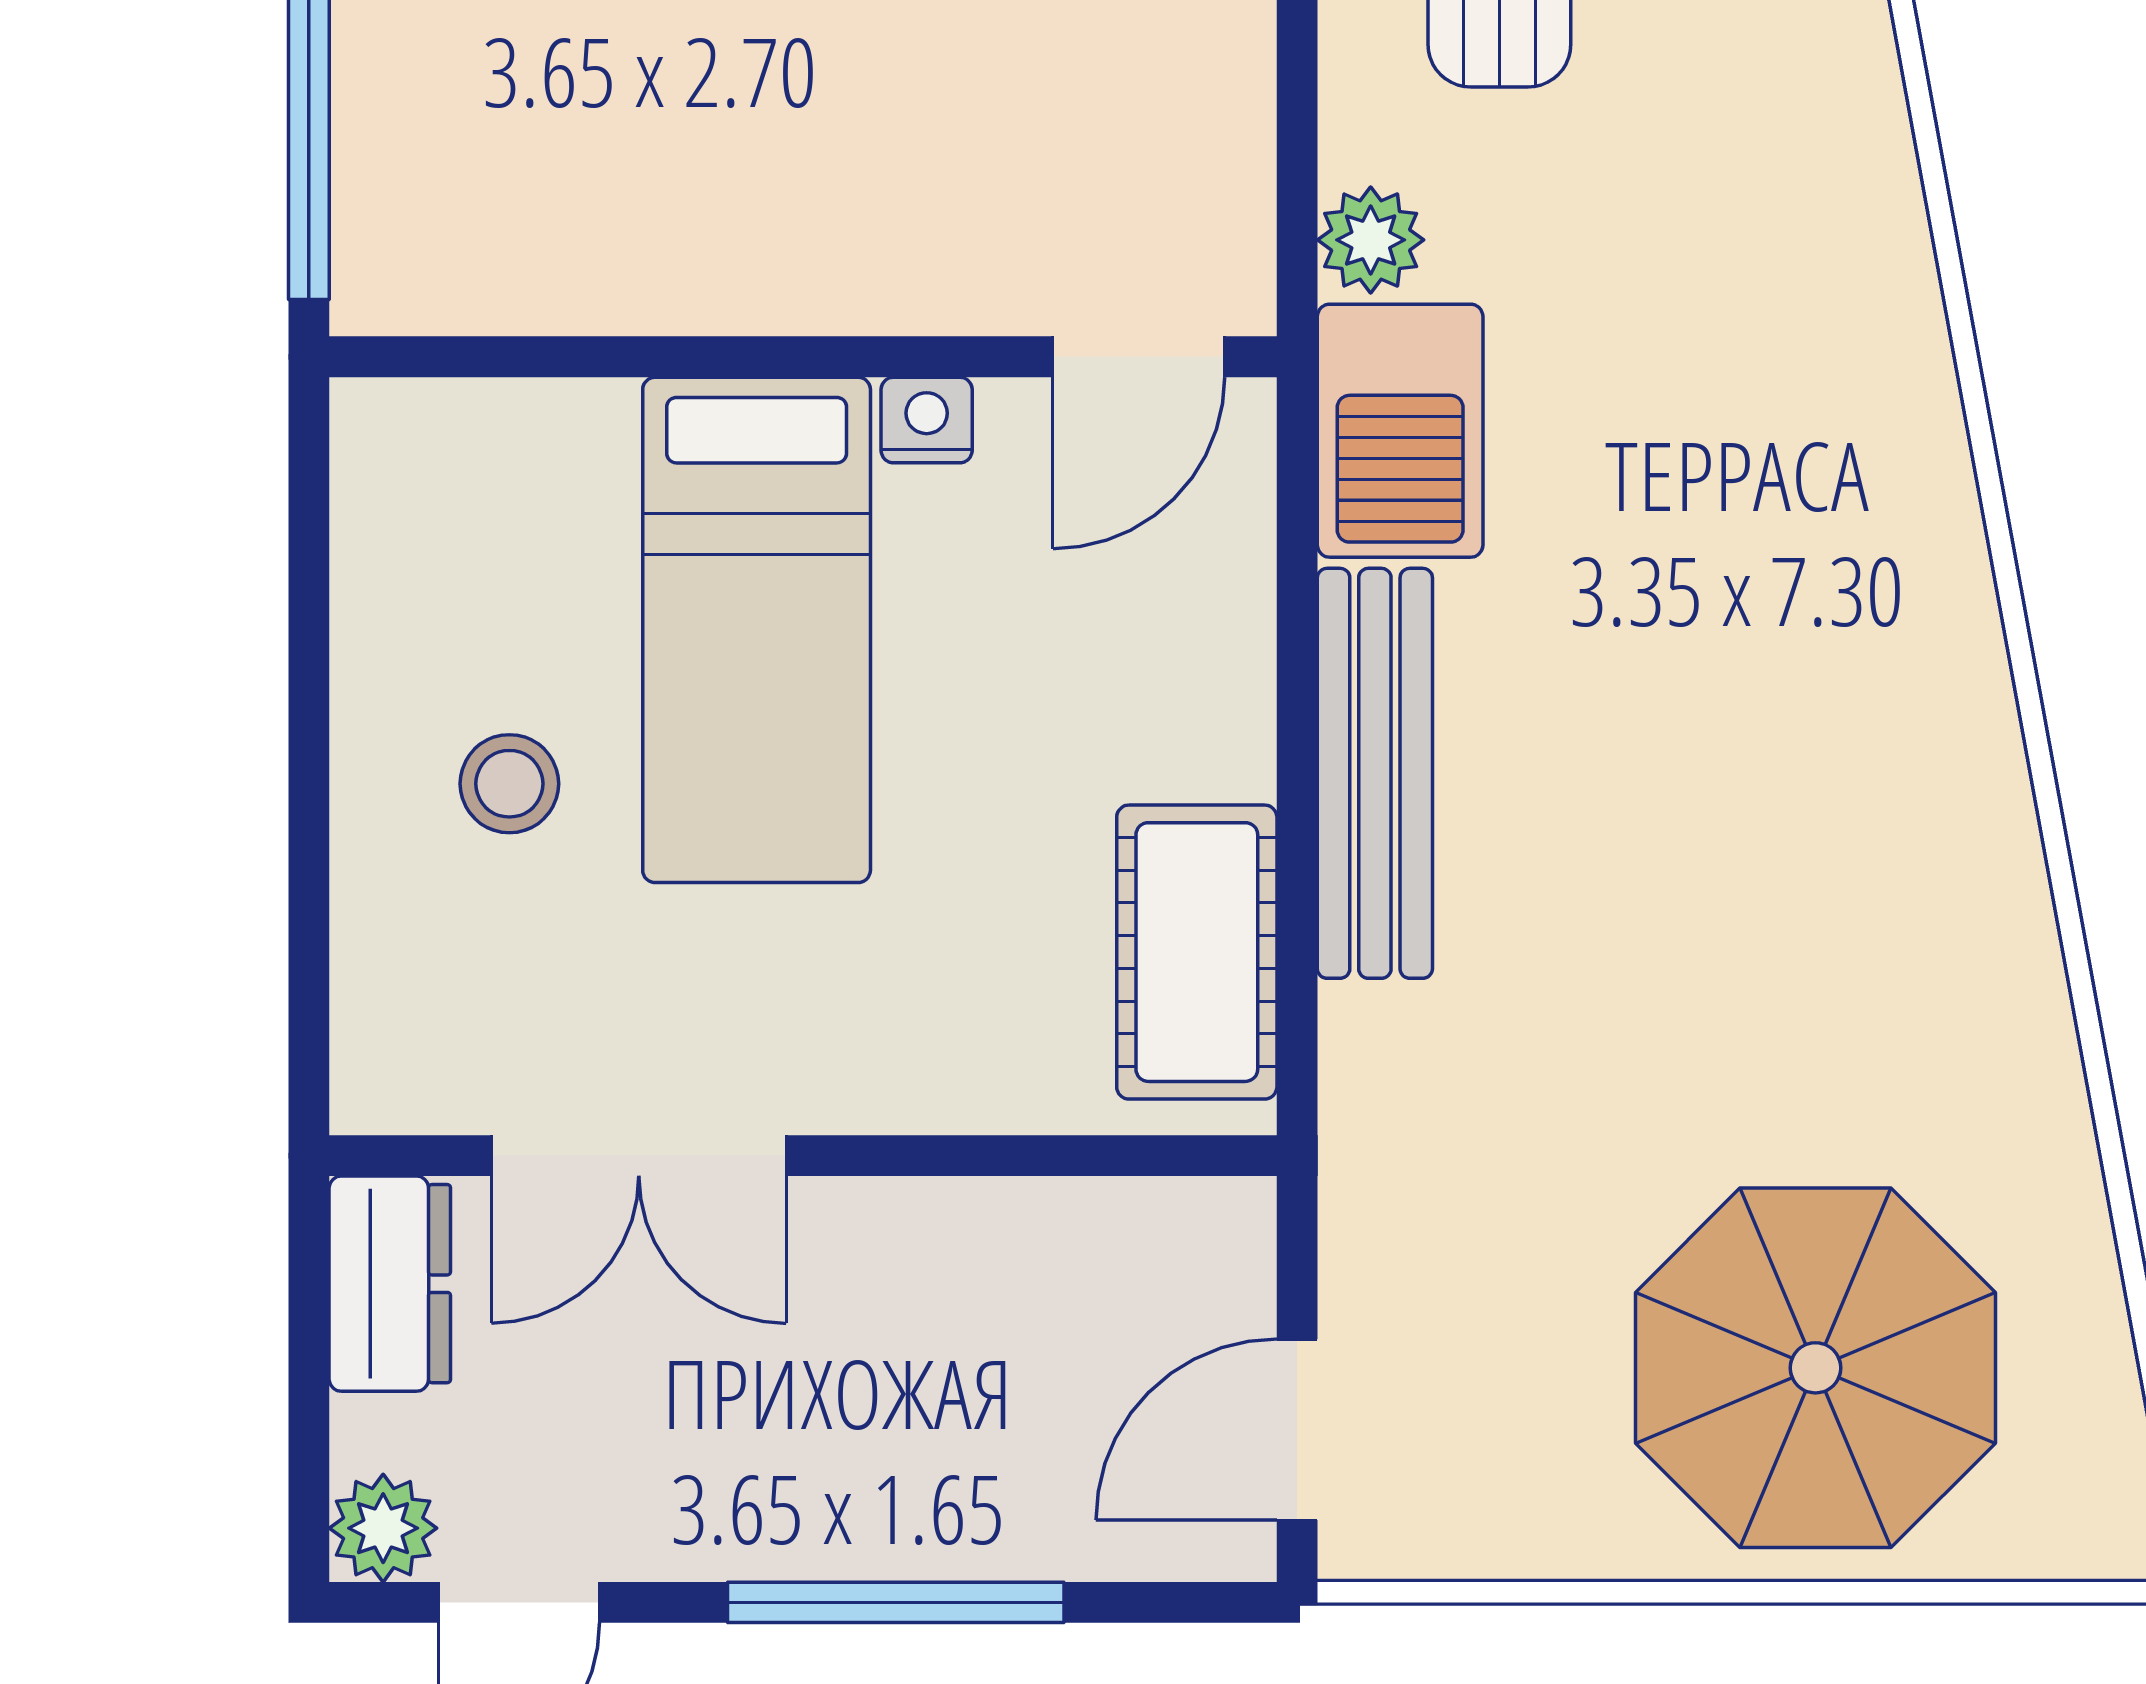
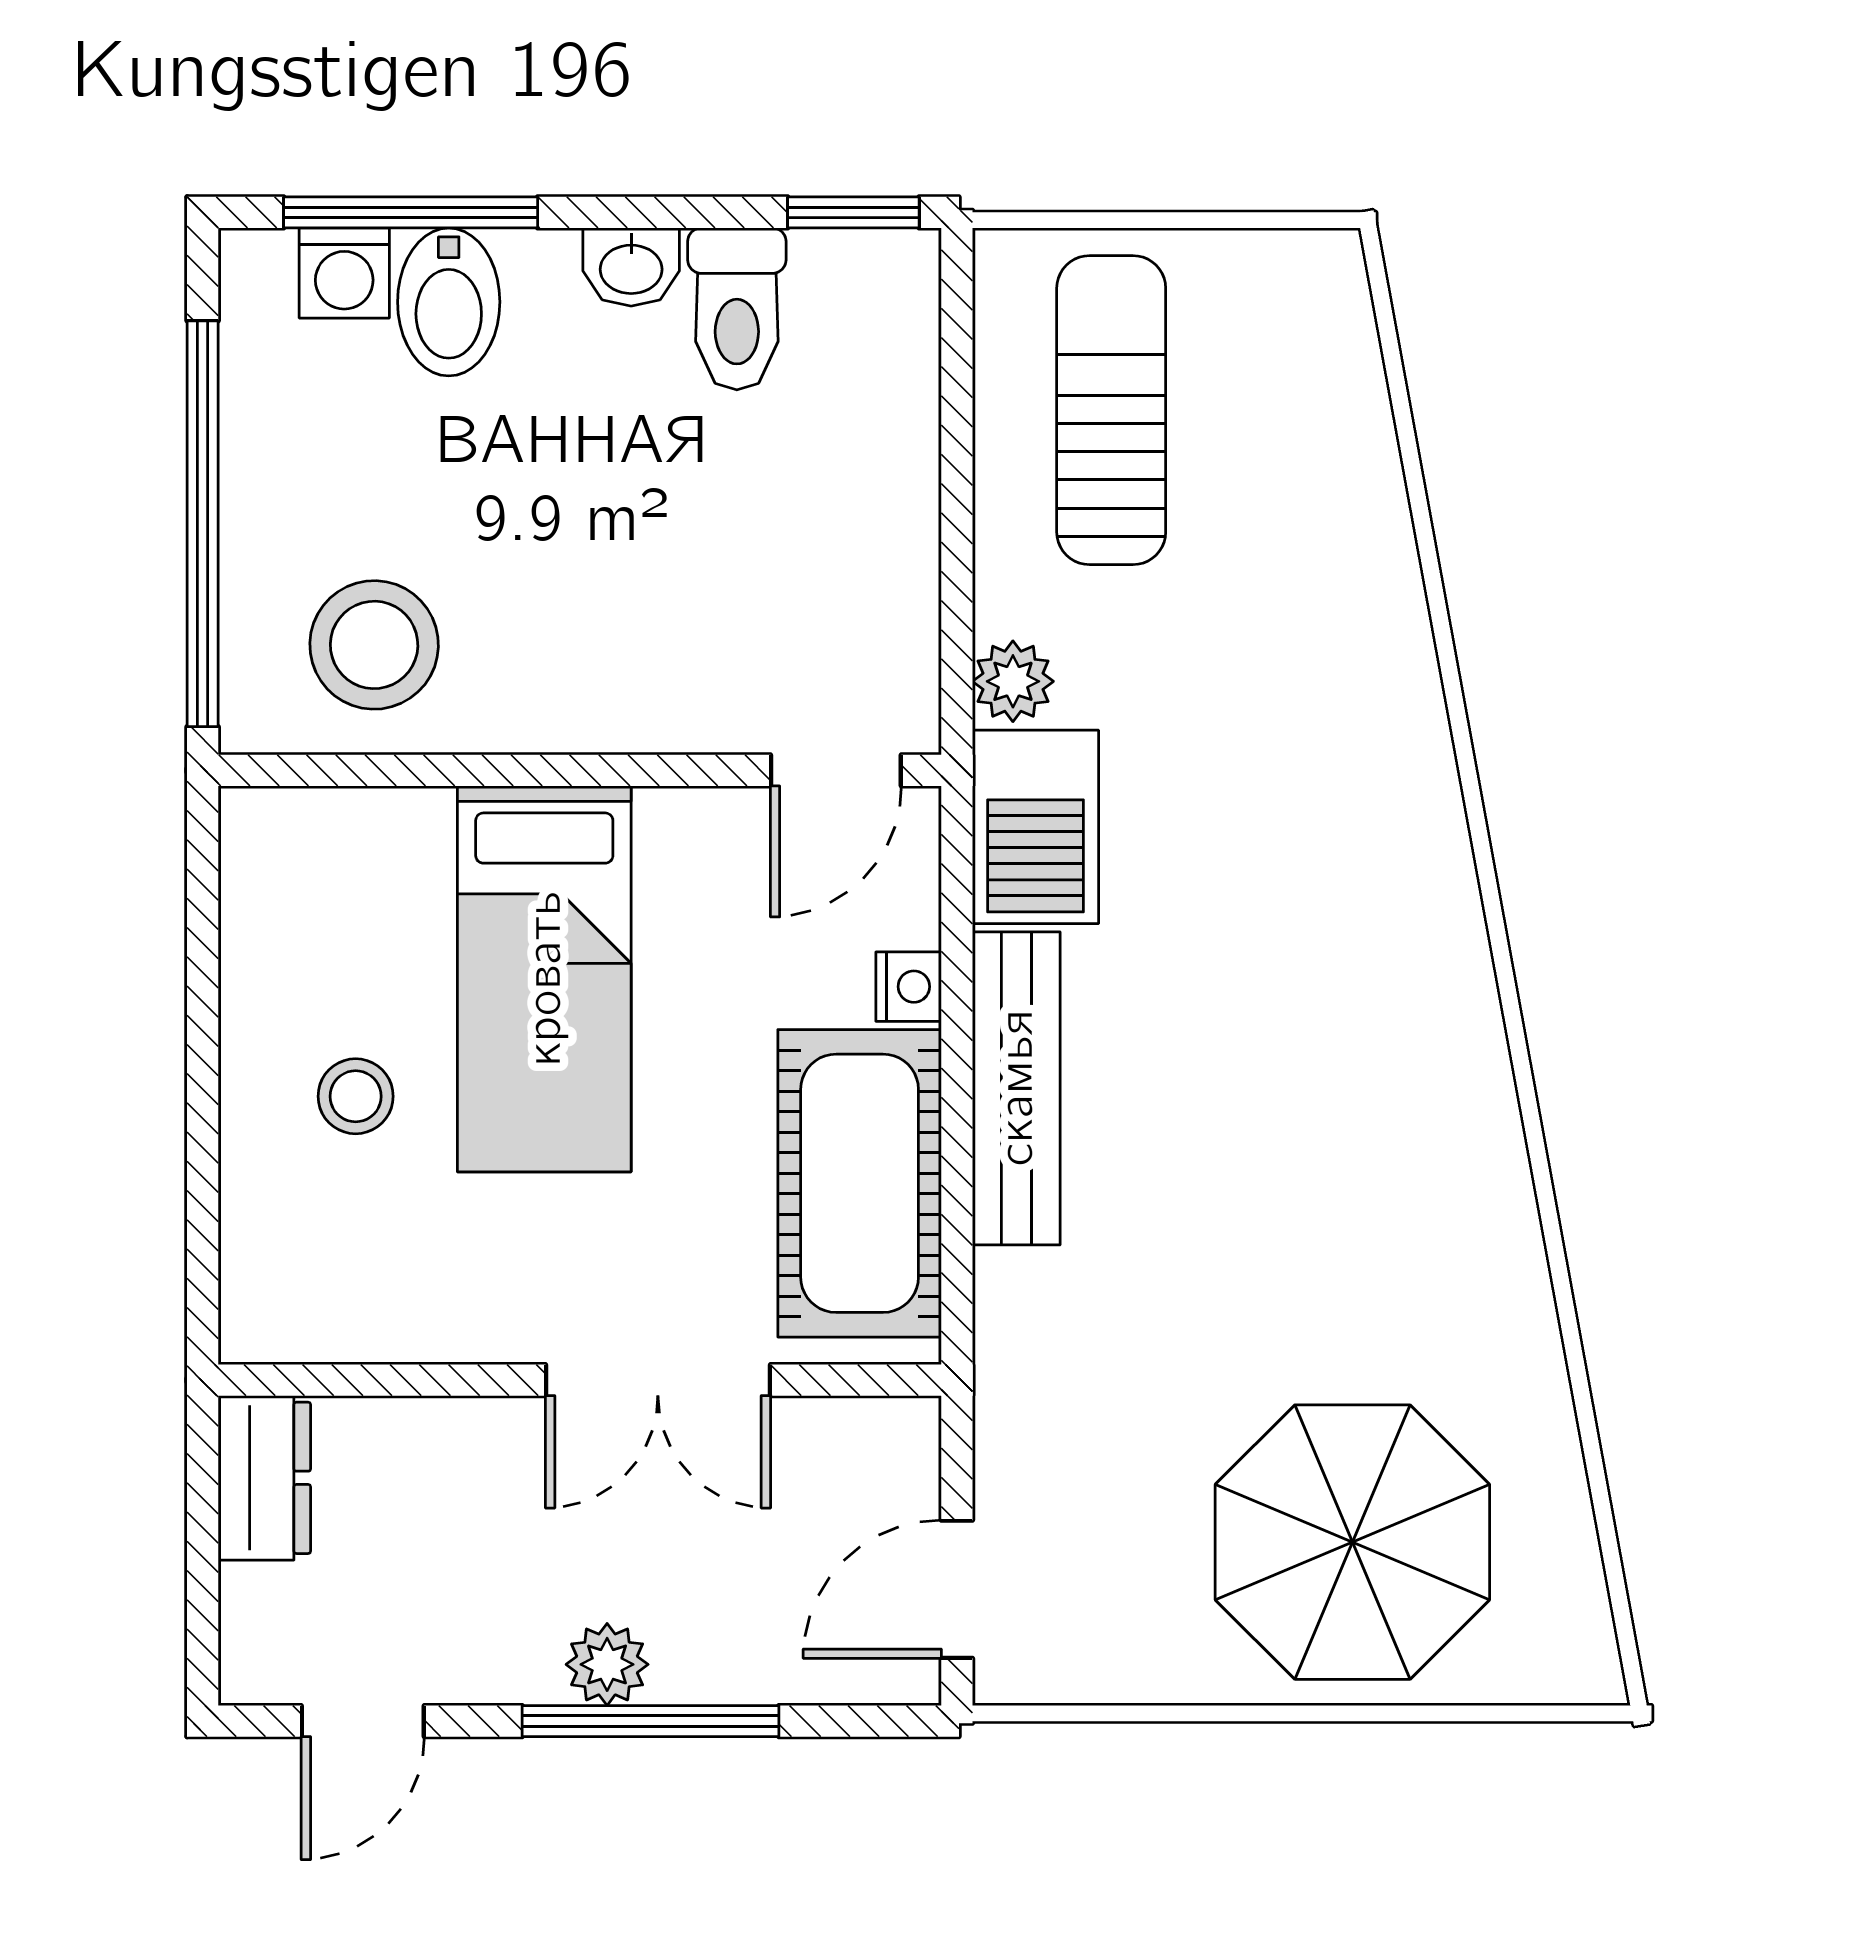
stool: (534, 192) -> (374, 645), added
nightstand: (927, 420) -> (909, 987), moved, turned 90
cot: (1197, 952) -> (860, 1183), width x1.37, depth x1.34
double door: (639, 1156) -> (658, 1380), moved
plant: (383, 1528) -> (607, 1664), moved

